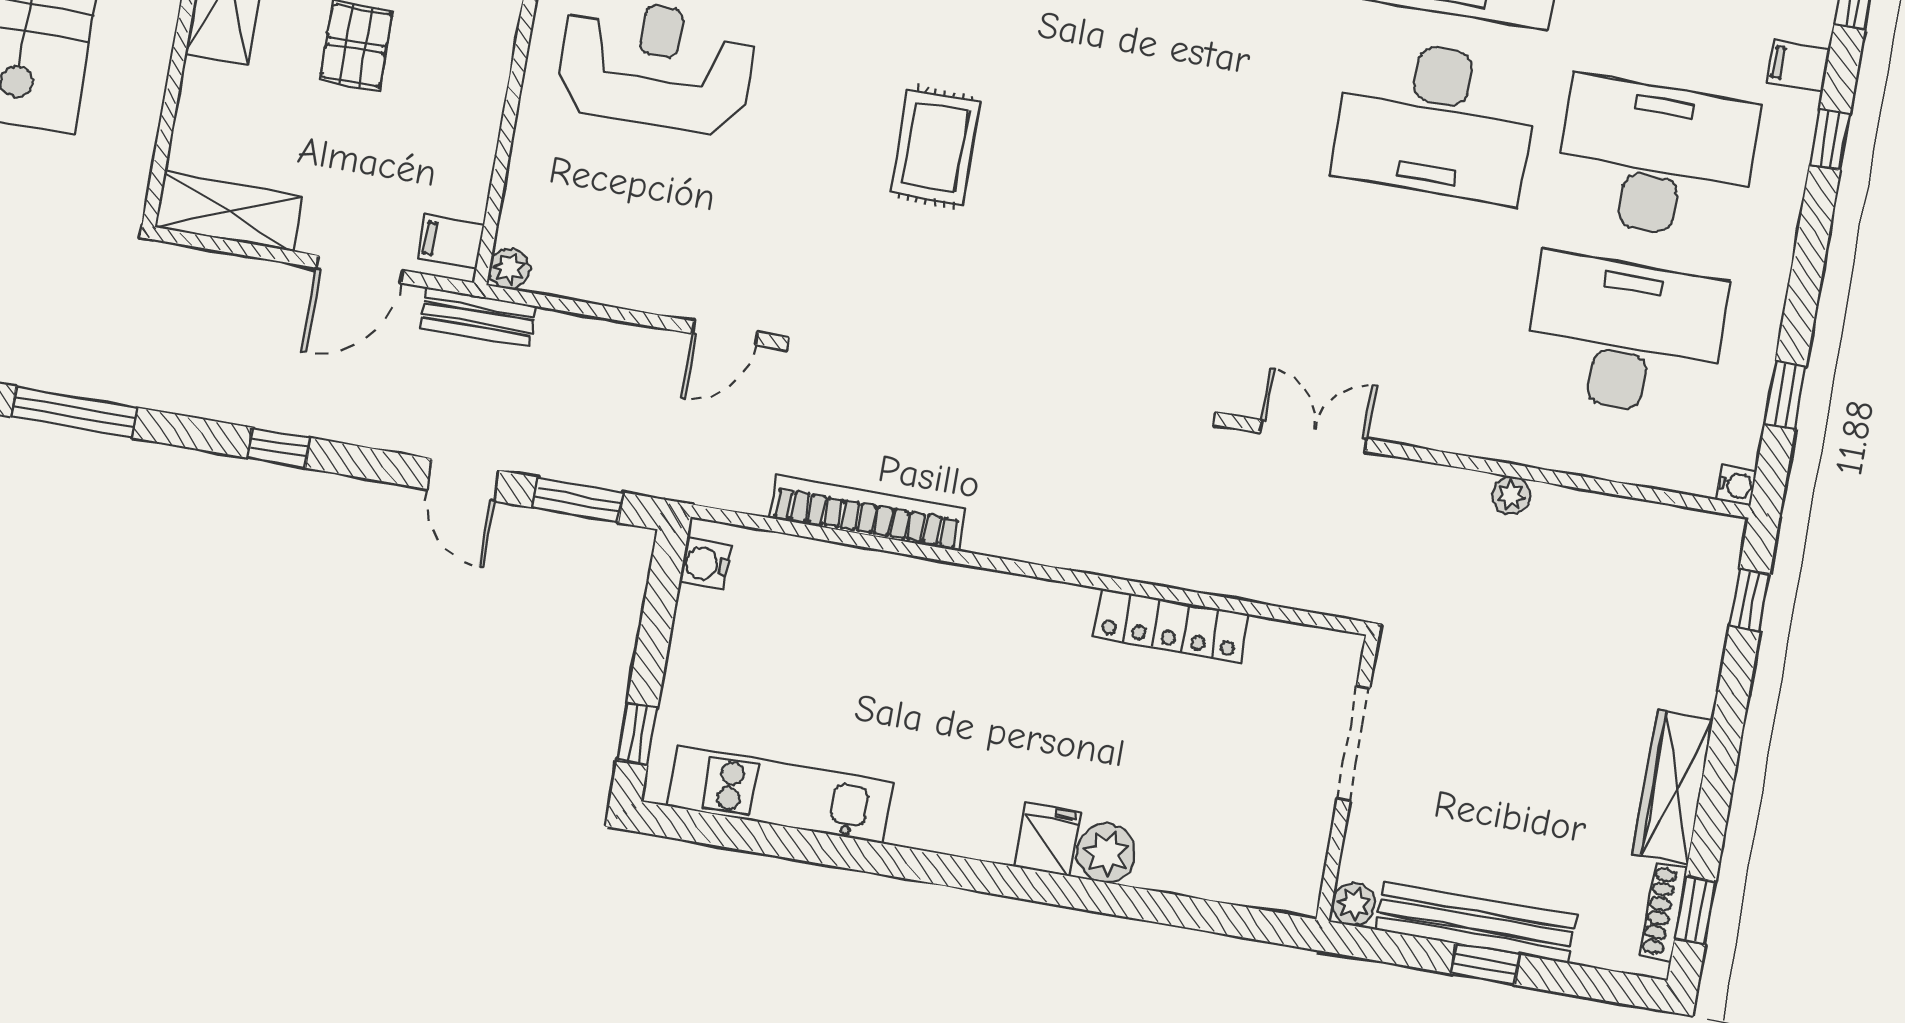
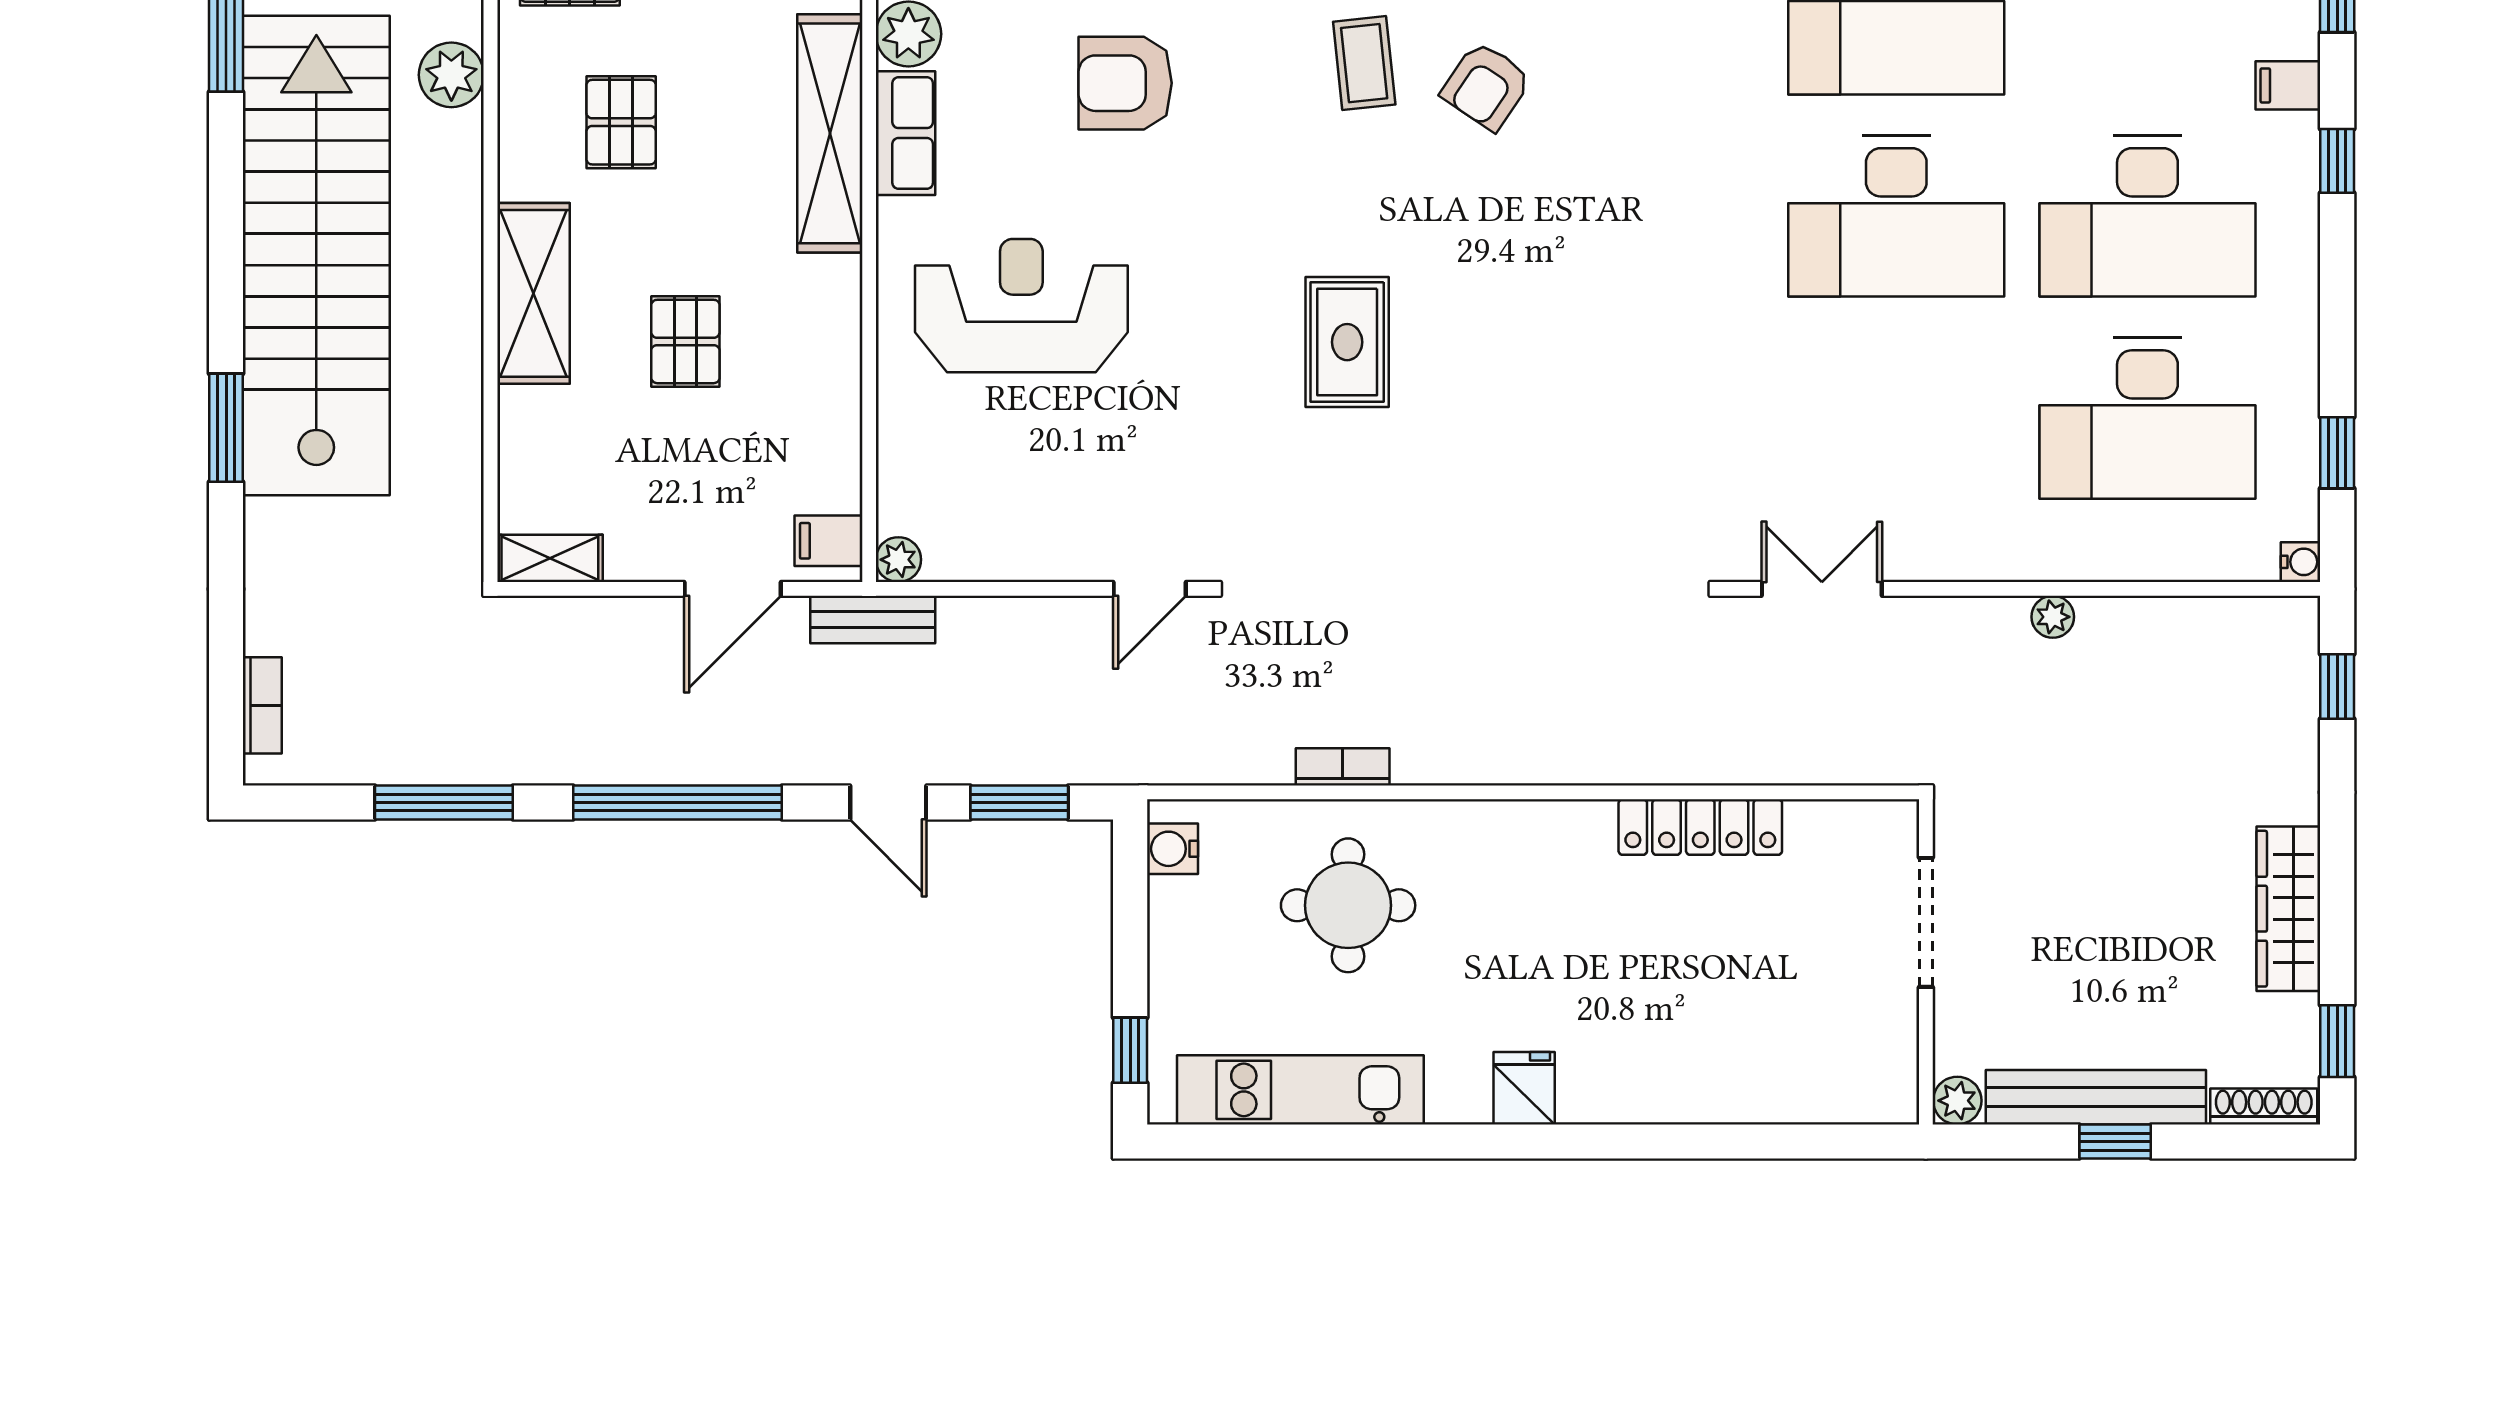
desk: (1655, 159) -> (2147, 216), turned 180
shelving: (229, 212) -> (550, 558), width x0.67, depth x0.75
desk: (1624, 336) -> (2147, 418), turned 180
window: (279, 448) -> (677, 802), width x3.17
bookcase: (867, 513) -> (1343, 767), width x0.43, depth x0.76
round table: (850, 640) -> (1348, 905), added
fridge: (1047, 840) -> (1524, 1088), moved
plant: (1106, 853) -> (1673, 1092), removed
shoe rack: (1663, 912) -> (2264, 1106), moved, turned 90

